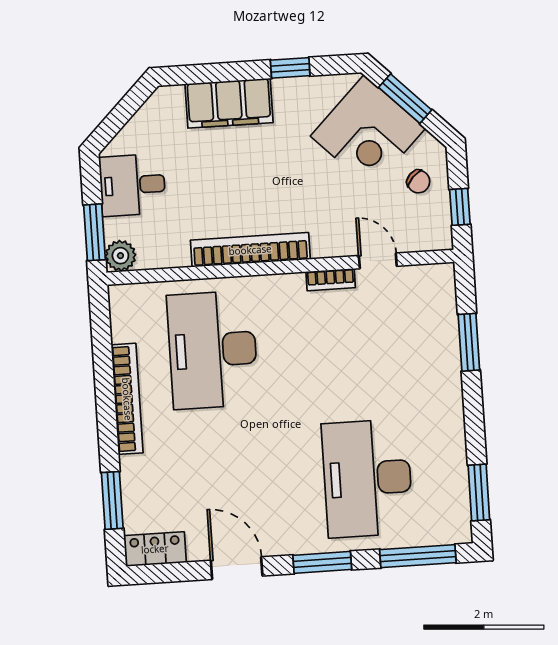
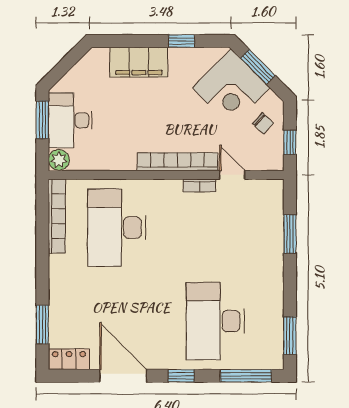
desk: (132, 185) -> (70, 120), width x1.37
window: (94, 232) -> (42, 120), moved
bookcase: (250, 250) -> (177, 162), moved
bookcase: (127, 399) -> (57, 216), moved
window: (322, 562) -> (181, 376), width x0.67
door: (237, 568) -> (123, 376), width x1.36

